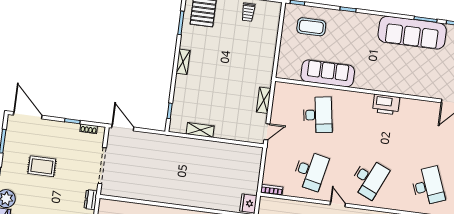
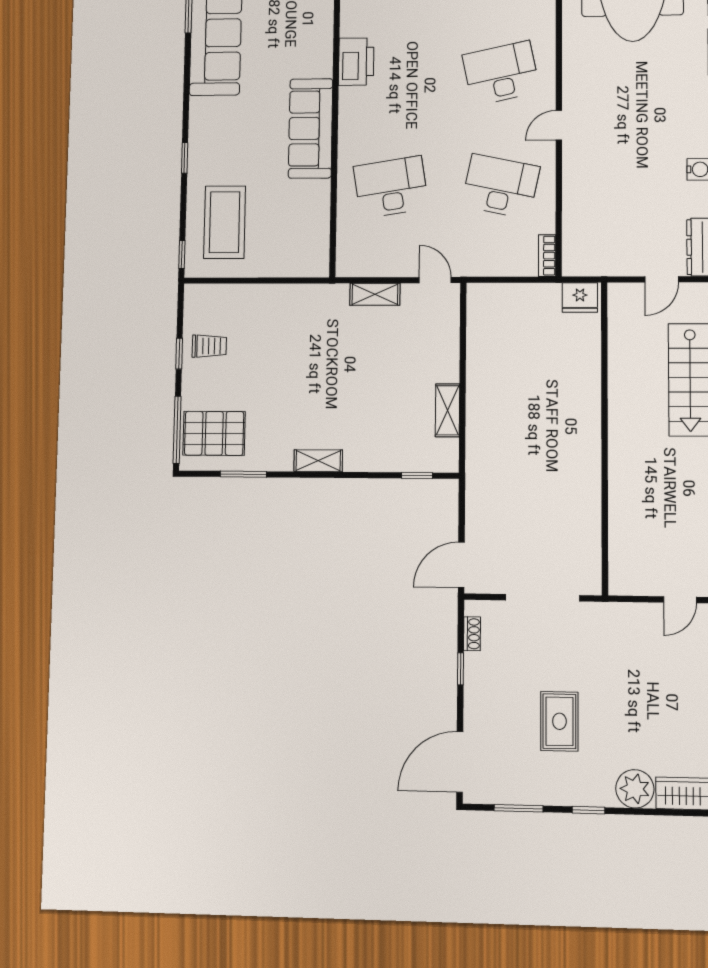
coffee table: (311, 27) -> (225, 222), width x1.36, depth x1.32
sofa: (328, 73) -> (311, 128), moved
desk: (369, 178) -> (501, 73), turned -36
dresser: (91, 200) -> (614, 613), removed

